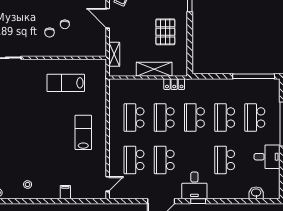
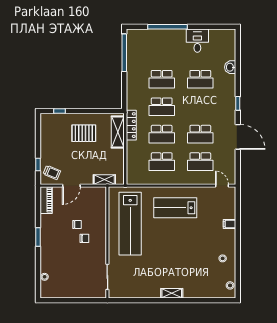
shelving: (154, 69) -> (118, 132), moved
lab bench: (66, 83) -> (130, 224), width x1.86, depth x1.39
locker: (174, 84) -> (131, 125), width x1.53
school desk: (255, 117) -> (162, 52), removed
lab bench: (83, 132) -> (175, 208), width x1.36, depth x1.39
desk: (194, 185) -> (223, 107), removed
washbasin: (256, 193) -> (230, 67), moved

